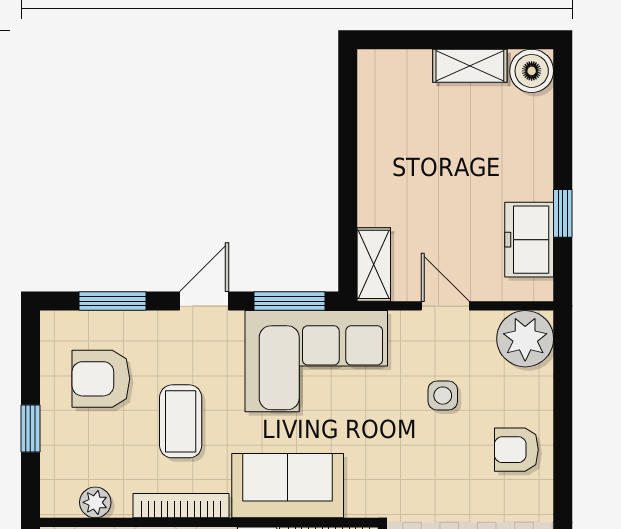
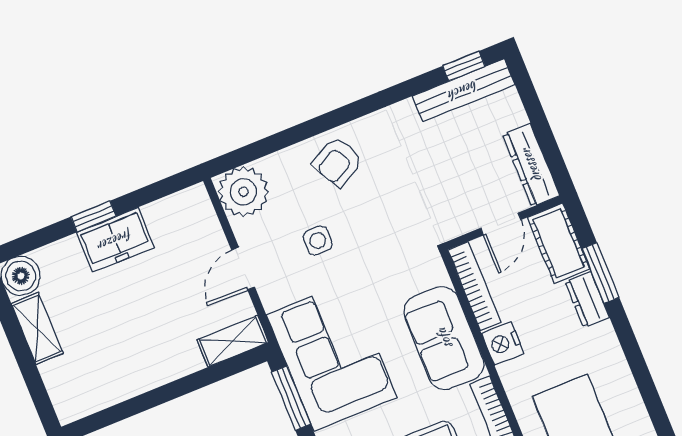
window: (563, 213) -> (94, 216), moved
freezer: (529, 240) -> (115, 240), moved
armchair: (516, 450) -> (338, 162), turned 61

